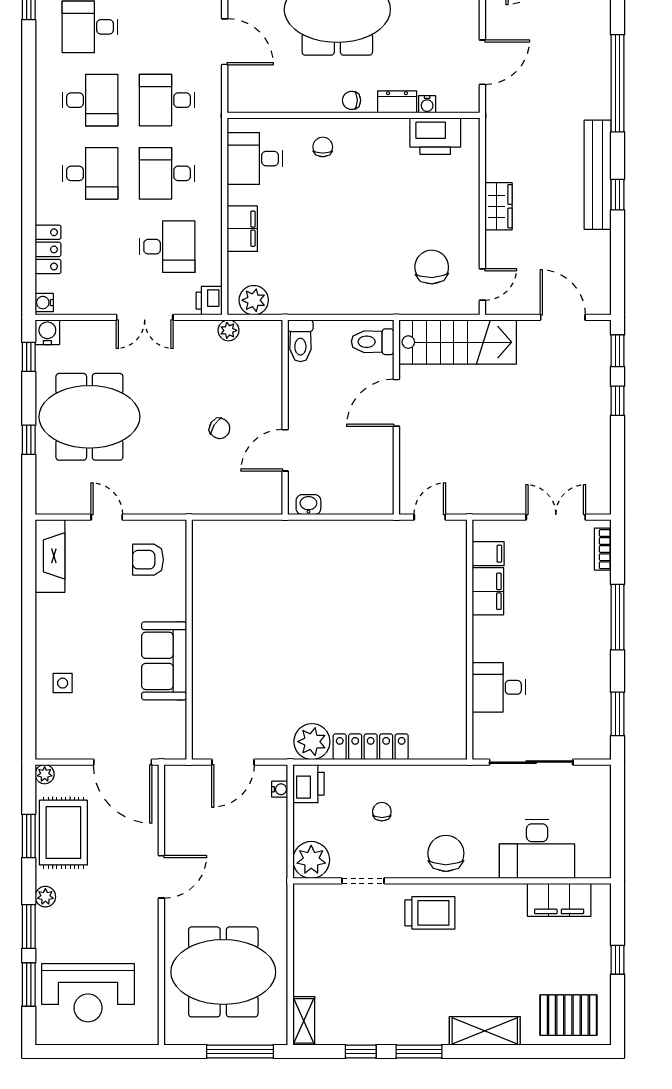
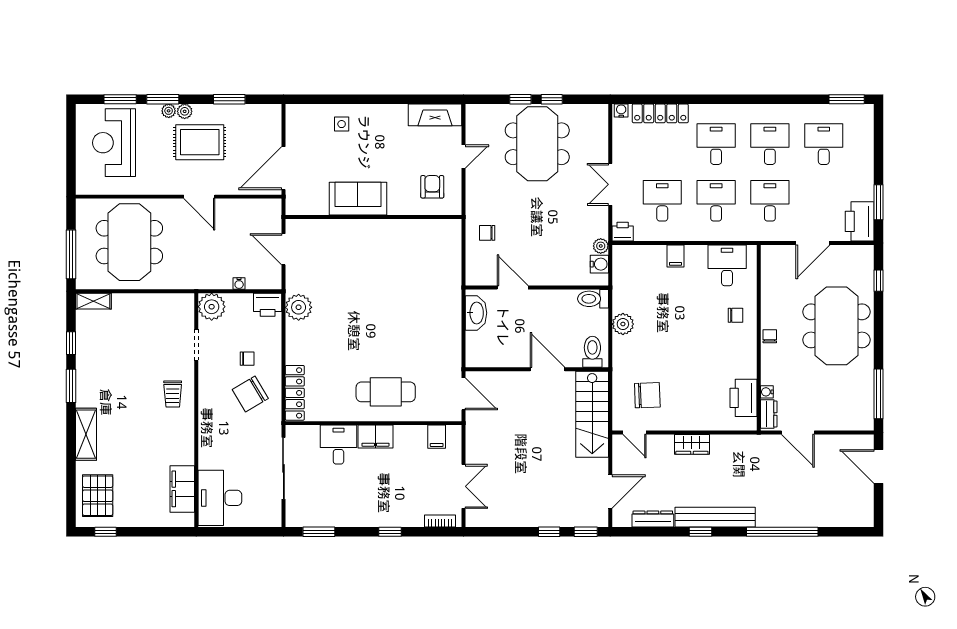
desk: (90, 100) -> (770, 144), turned 180
dresser: (397, 102) -> (769, 414), moved
desk: (90, 173) -> (716, 144), turned 180
filing cabinet: (242, 229) -> (675, 256), width x0.50
desk: (167, 247) -> (662, 201), turned 180
locker: (48, 249) -> (660, 113), width x1.53
dresser: (600, 259) -> (653, 519), added
plant: (254, 300) -> (623, 324), moved
water cooler: (47, 332) -> (599, 264), moved
window: (29, 357) -> (552, 99), moved
chair: (220, 428) -> (487, 233), moved, turned 57
washbasin: (308, 505) -> (476, 313), width x1.91, depth x1.45
door: (430, 517) -> (464, 394), width x1.38
filing cabinet: (488, 591) -> (375, 437), moved
window: (617, 617) -> (390, 532), width x0.46
cafe table: (427, 623) -> (386, 392), added
locker: (371, 747) -> (295, 393), moved
plant: (45, 774) -> (169, 111), moved
water cooler: (280, 789) -> (239, 284), moved
rug: (63, 833) -> (200, 142), moved
desk: (537, 849) -> (220, 498), moved
chair: (446, 853) -> (250, 394), moved, turned 149
trolley: (430, 913) -> (173, 394), width x0.73, depth x0.72
window: (617, 960) -> (105, 532), moved

